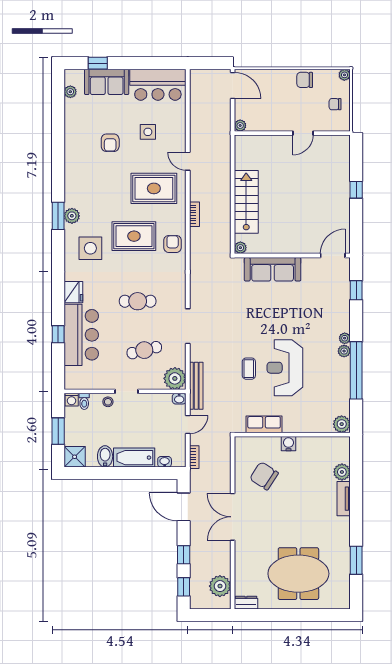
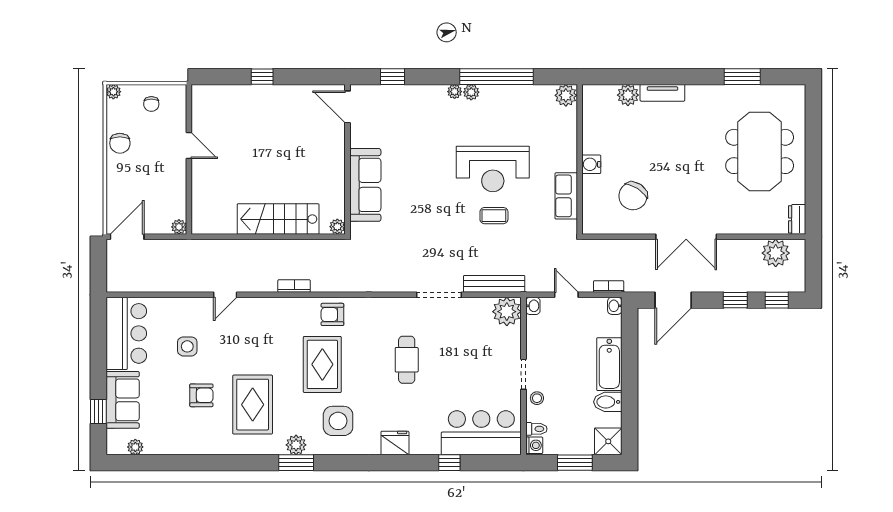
rug: (154, 188) -> (253, 405), moved
bar counter: (81, 335) -> (481, 433), moved
cafe table: (144, 350) -> (470, 351), removed
bench: (196, 386) -> (494, 284), moved
washbasin: (165, 462) -> (615, 306), moved

